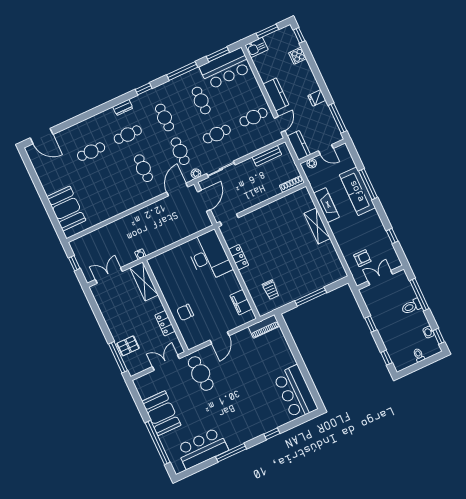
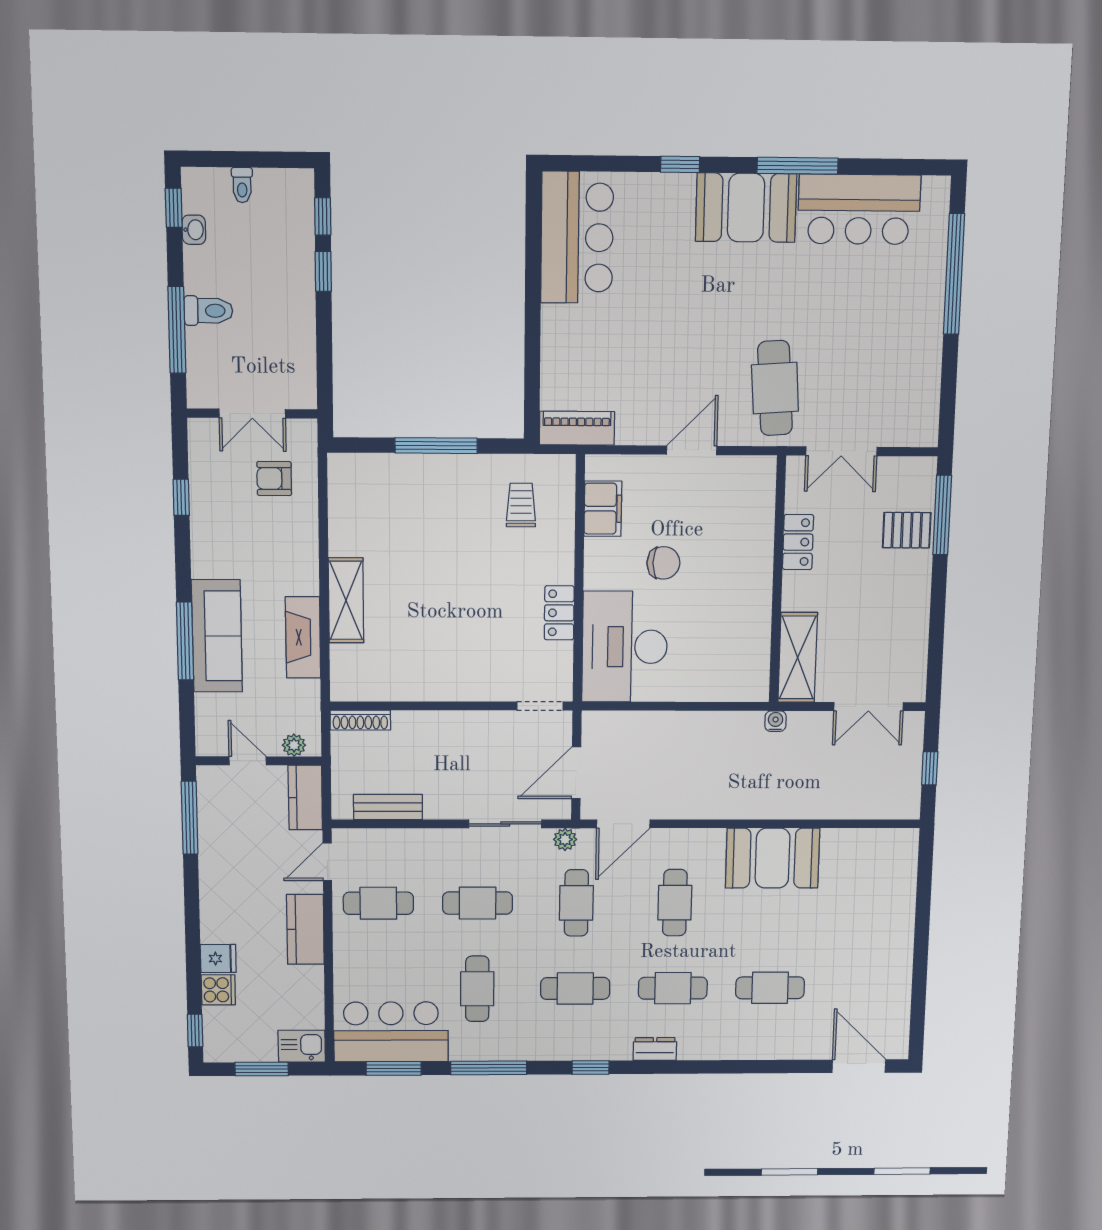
fridge: (317, 98) -> (218, 959), moved
cafe table: (164, 118) -> (575, 988), turned 90
booth: (66, 208) -> (773, 858), moved, turned 90
chair: (185, 312) -> (663, 563), moved
window: (371, 324) -> (323, 271), moved
booth: (161, 413) -> (746, 208), moved, turned 90

